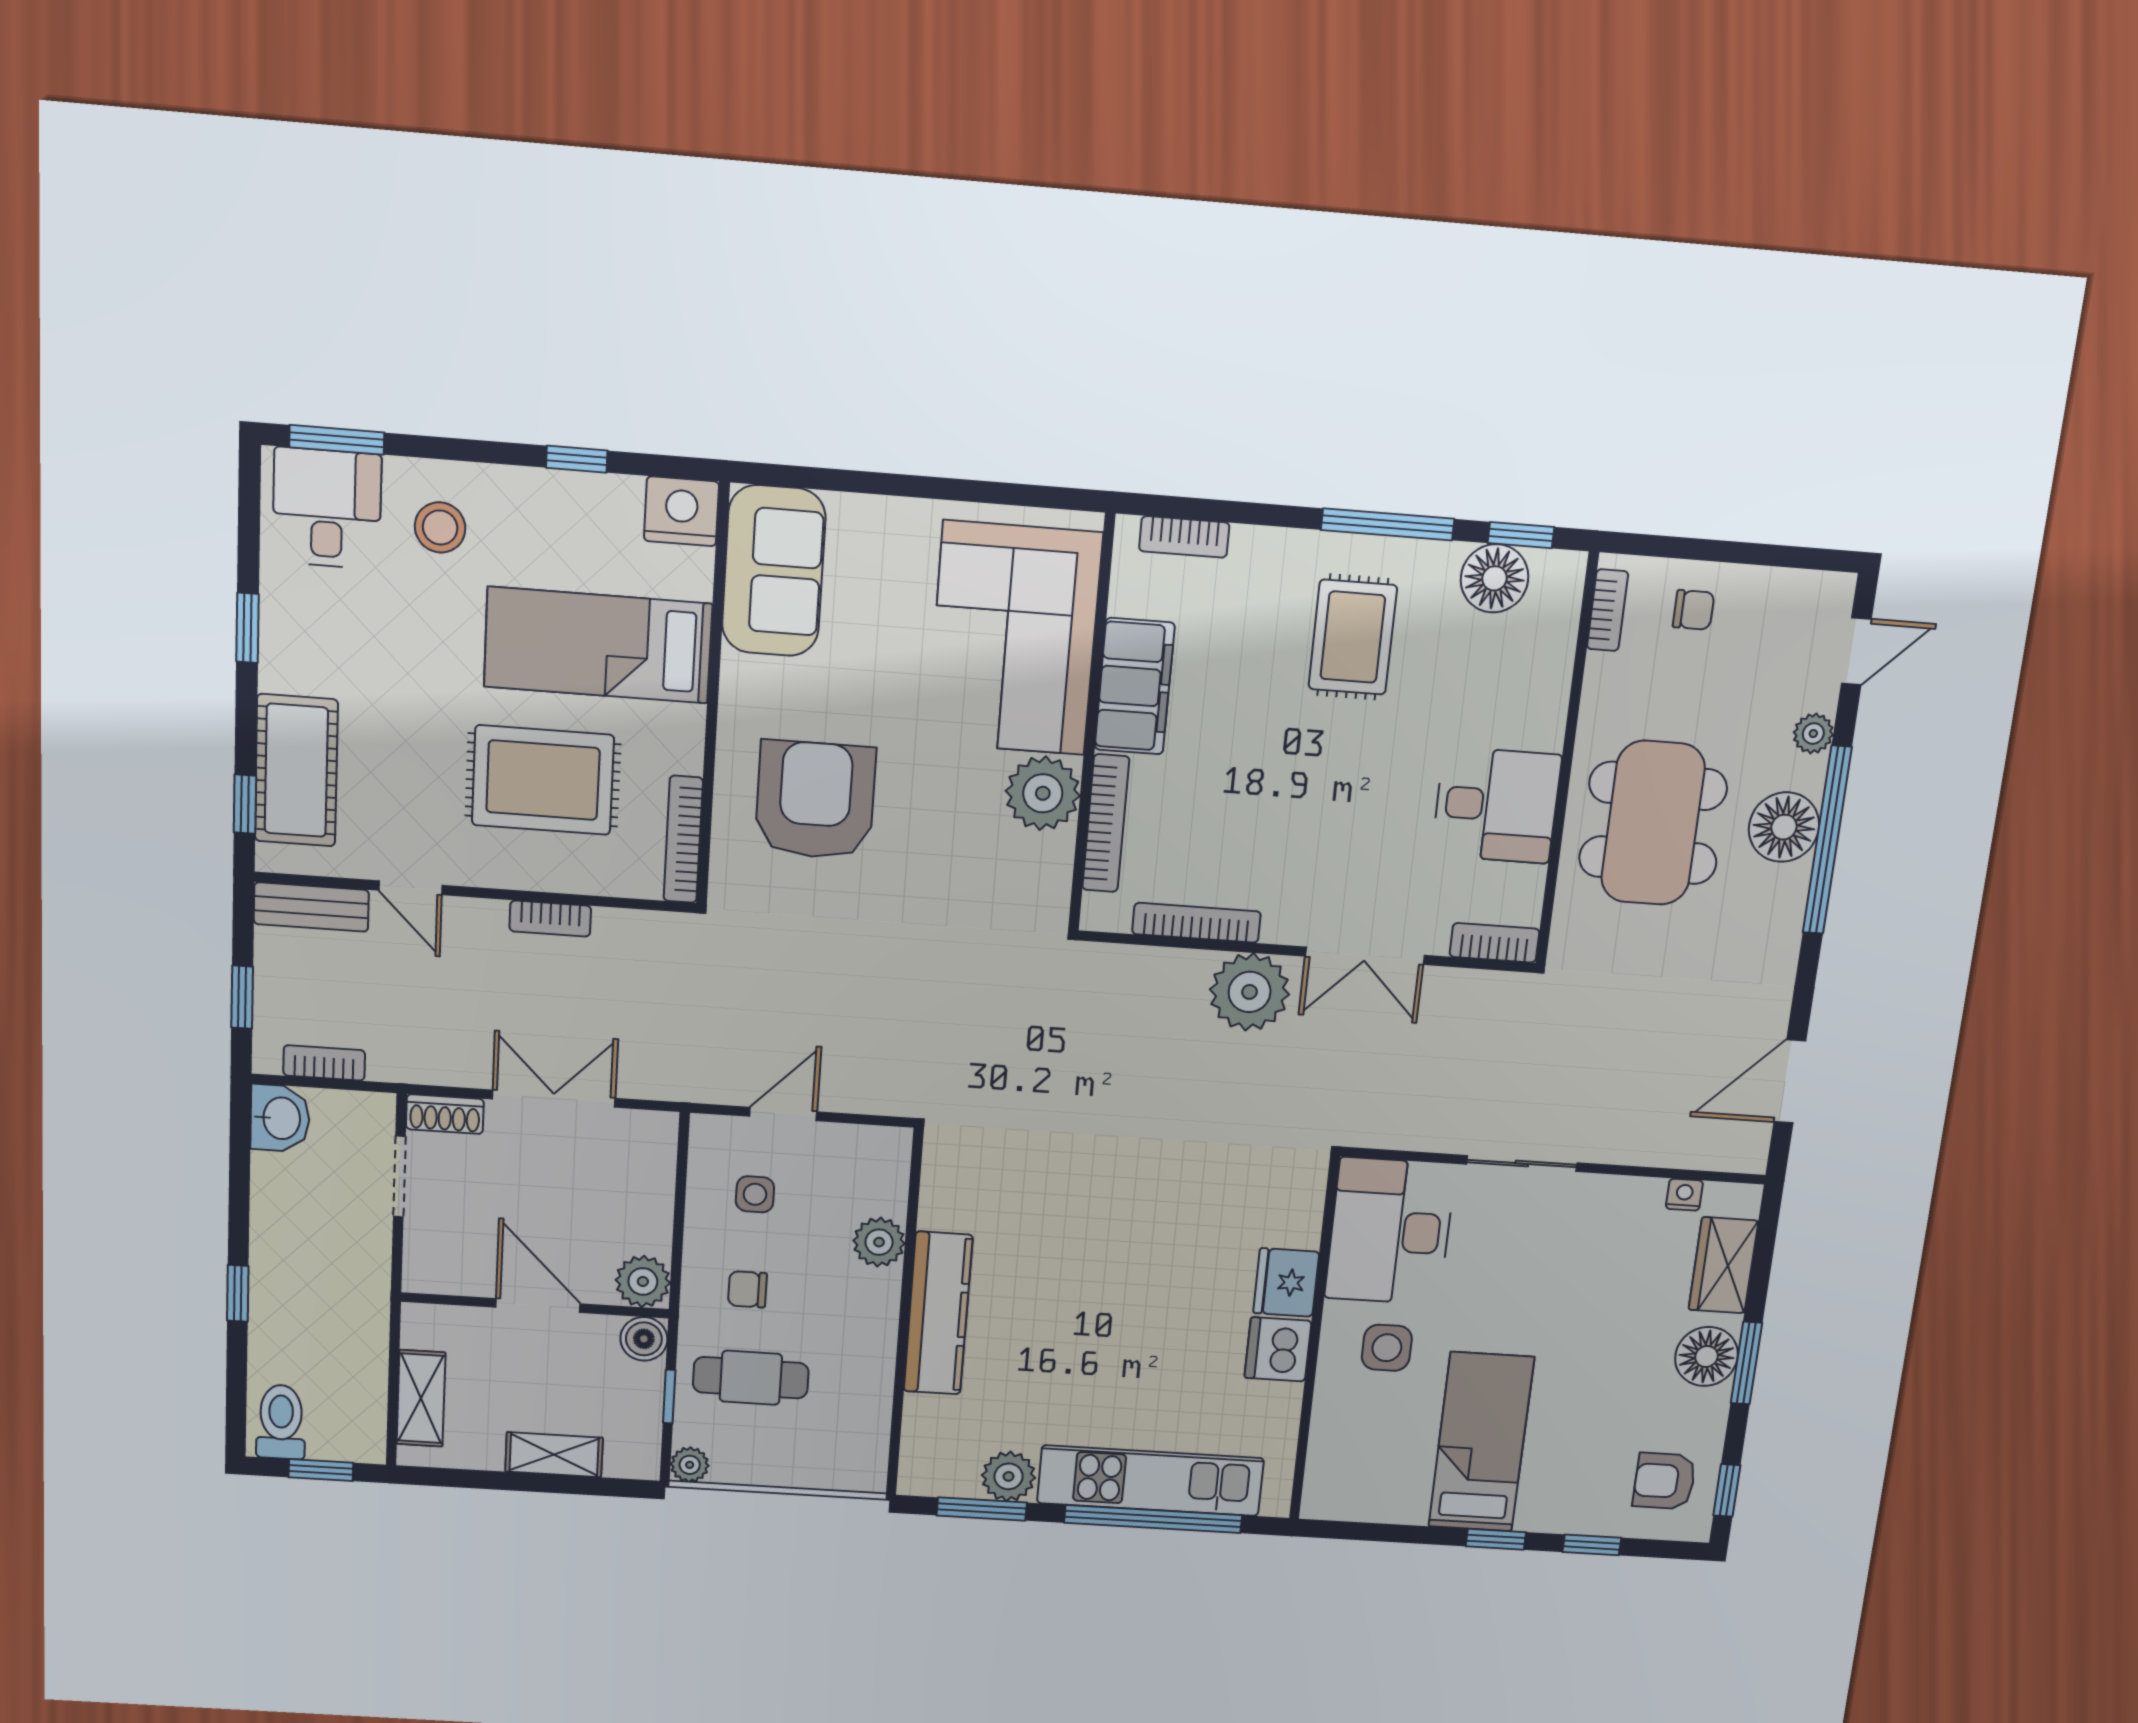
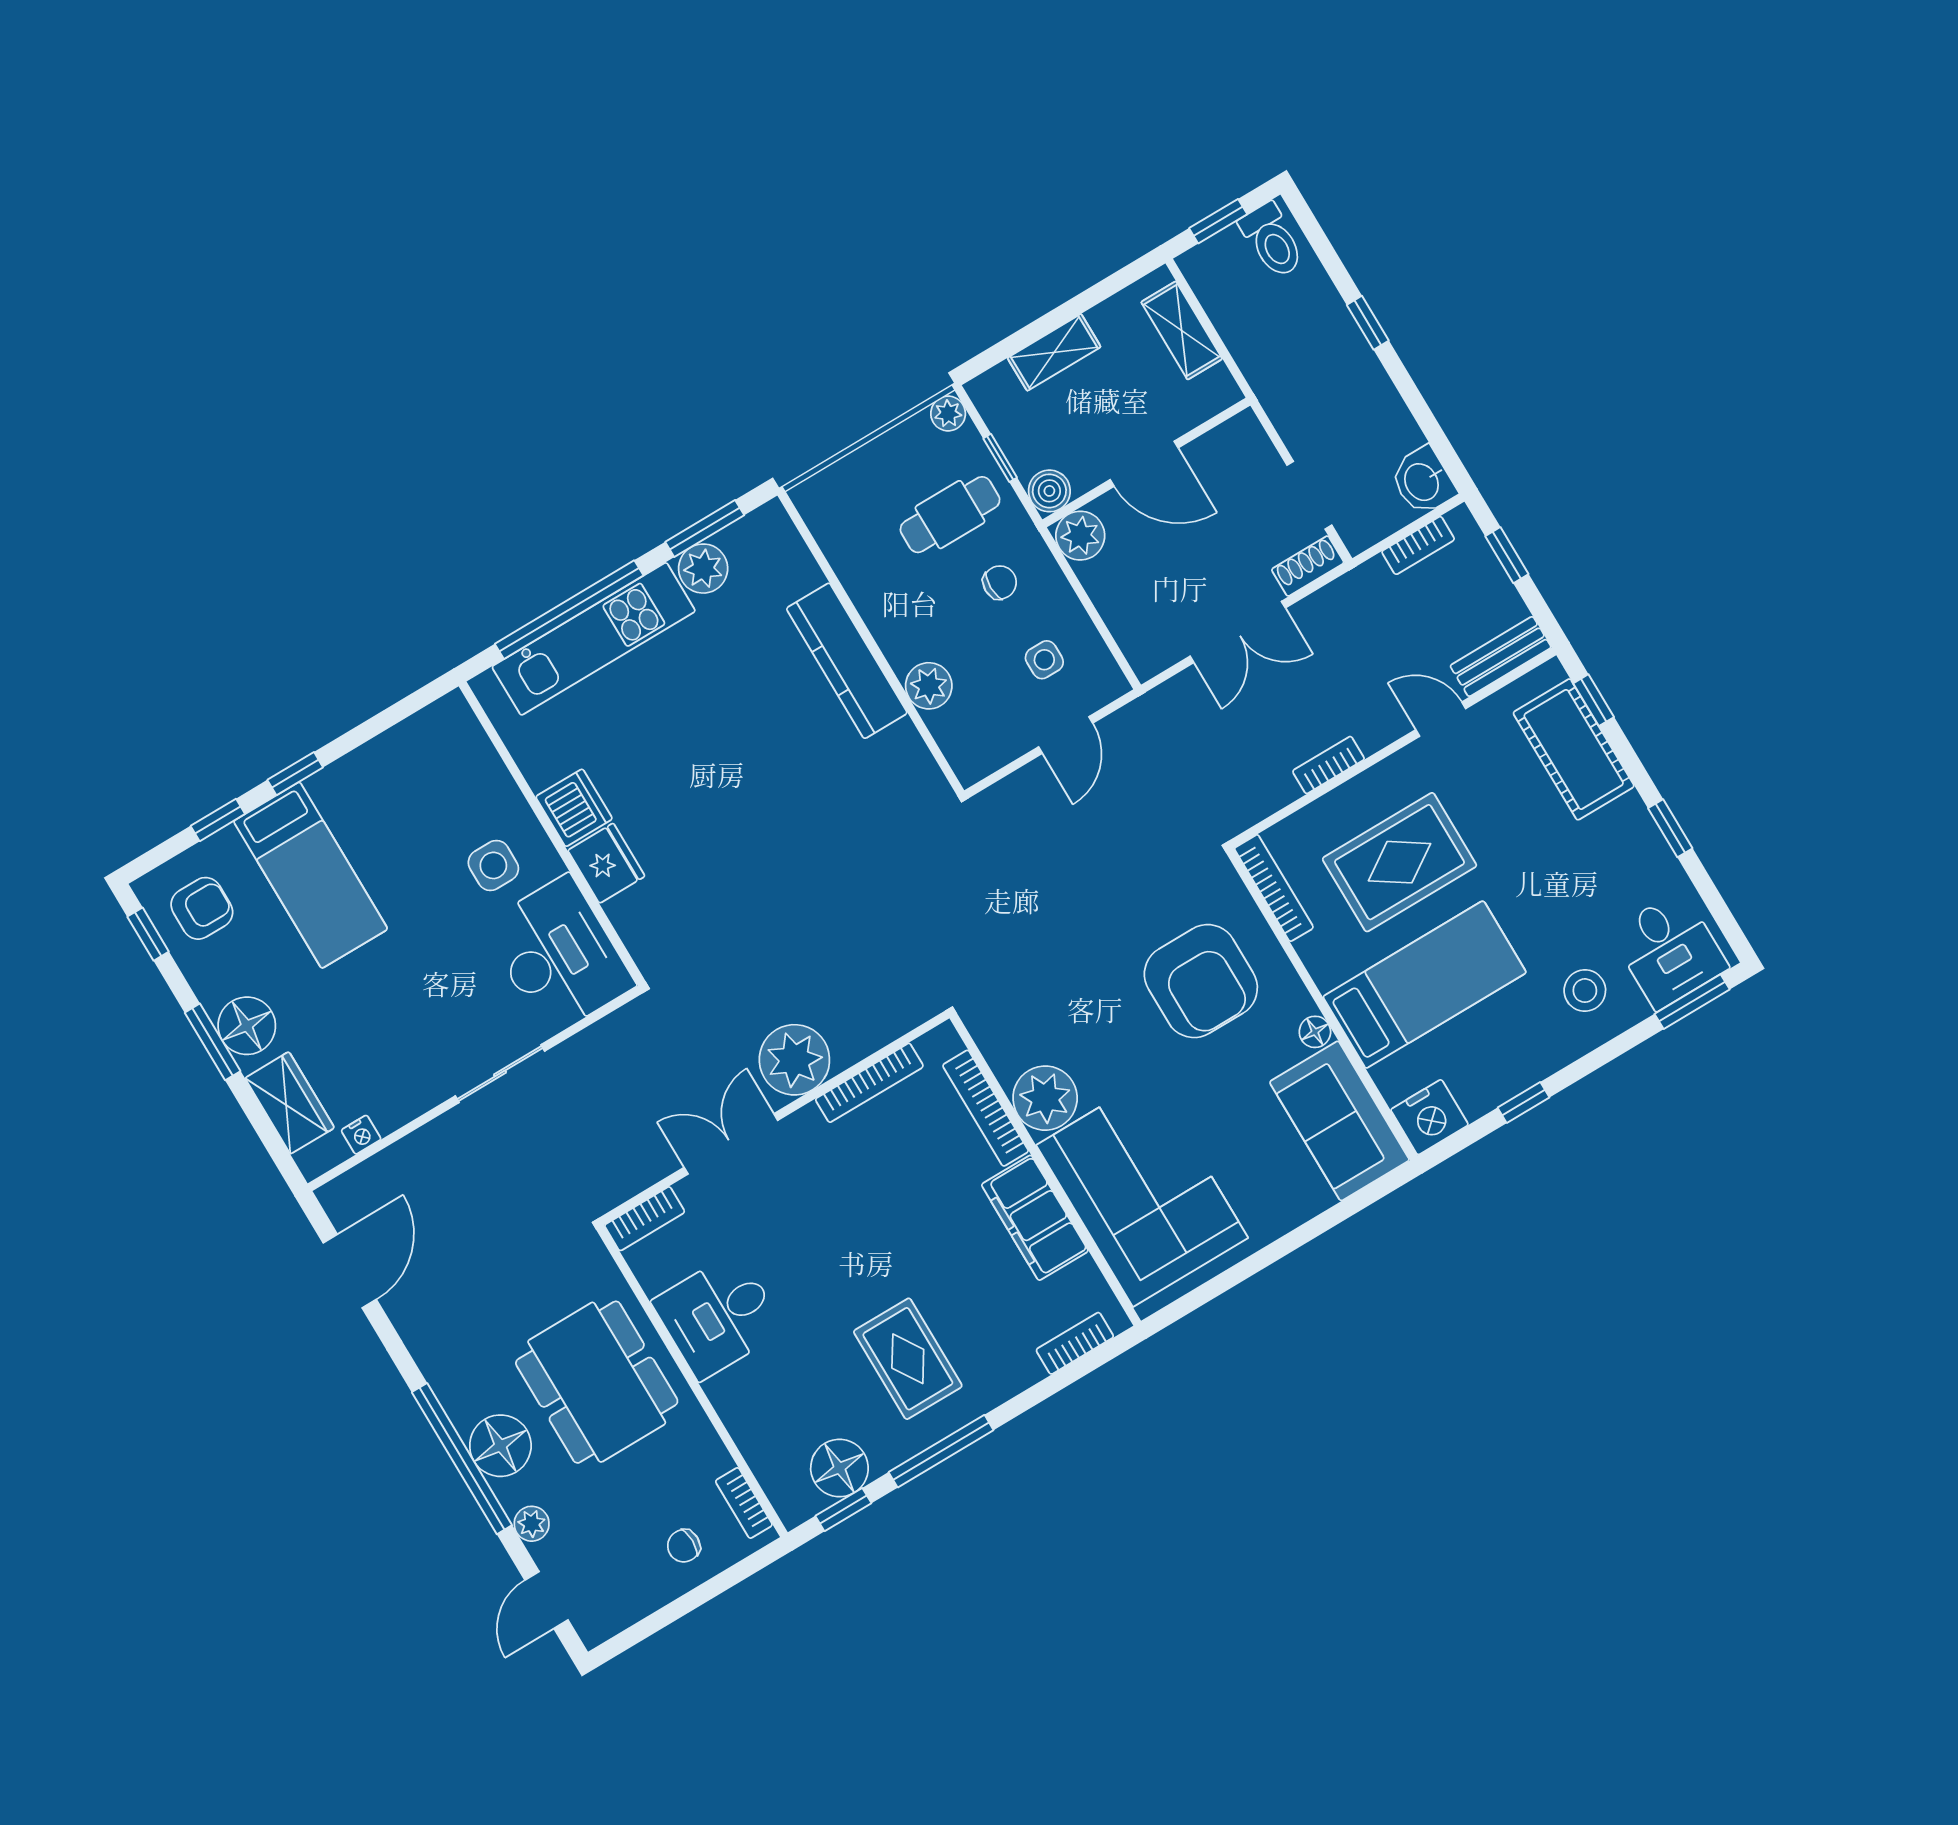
floor lamp: (738, 675) -> (1315, 1032), added
bed: (1481, 1442) -> (311, 875), moved

